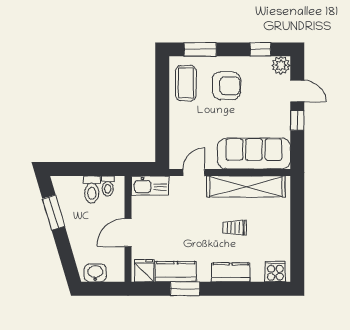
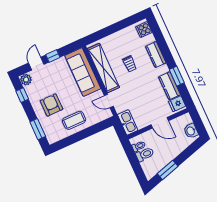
coffee table: (186, 83) -> (74, 120), moved

